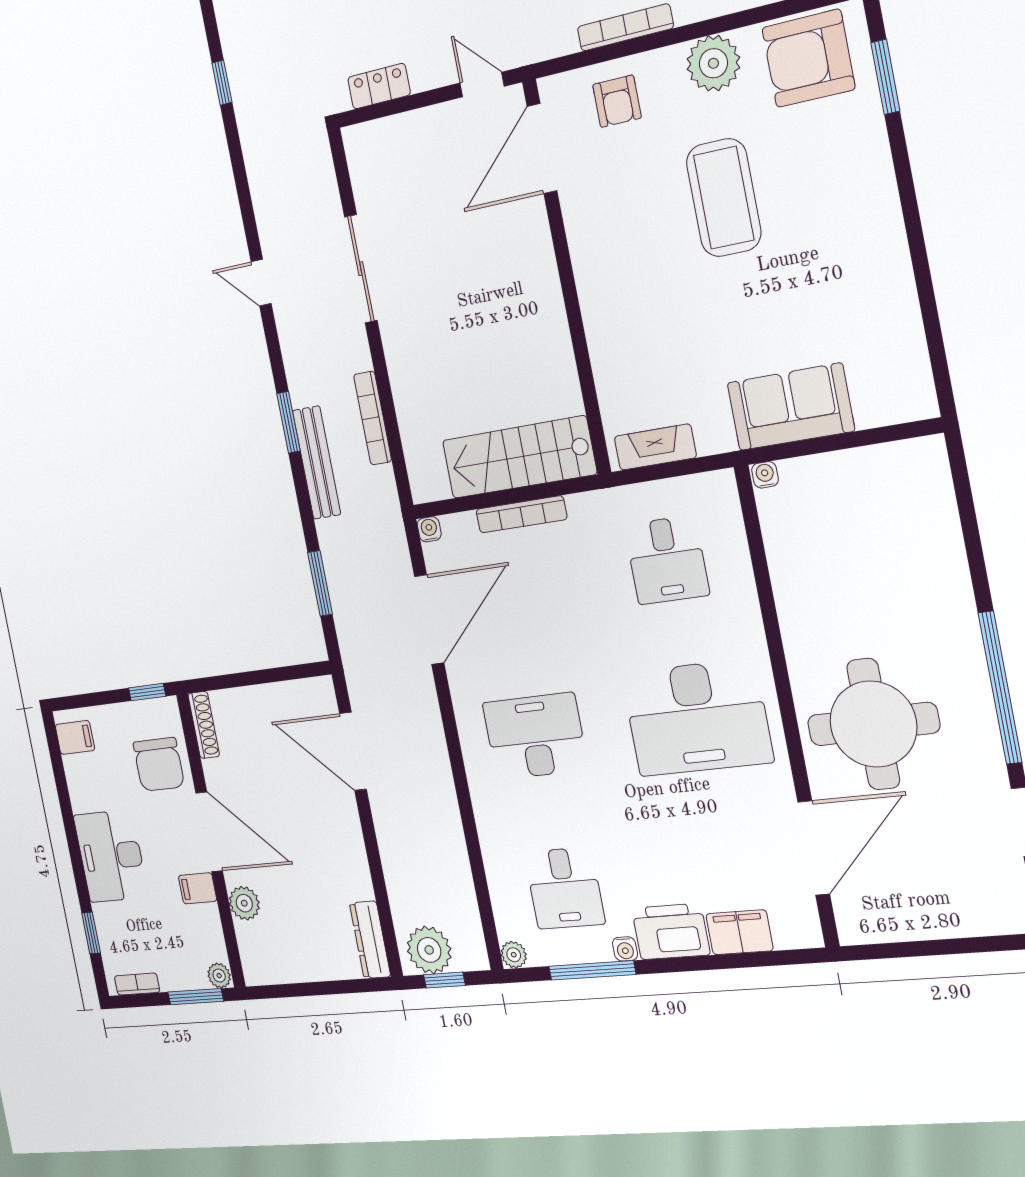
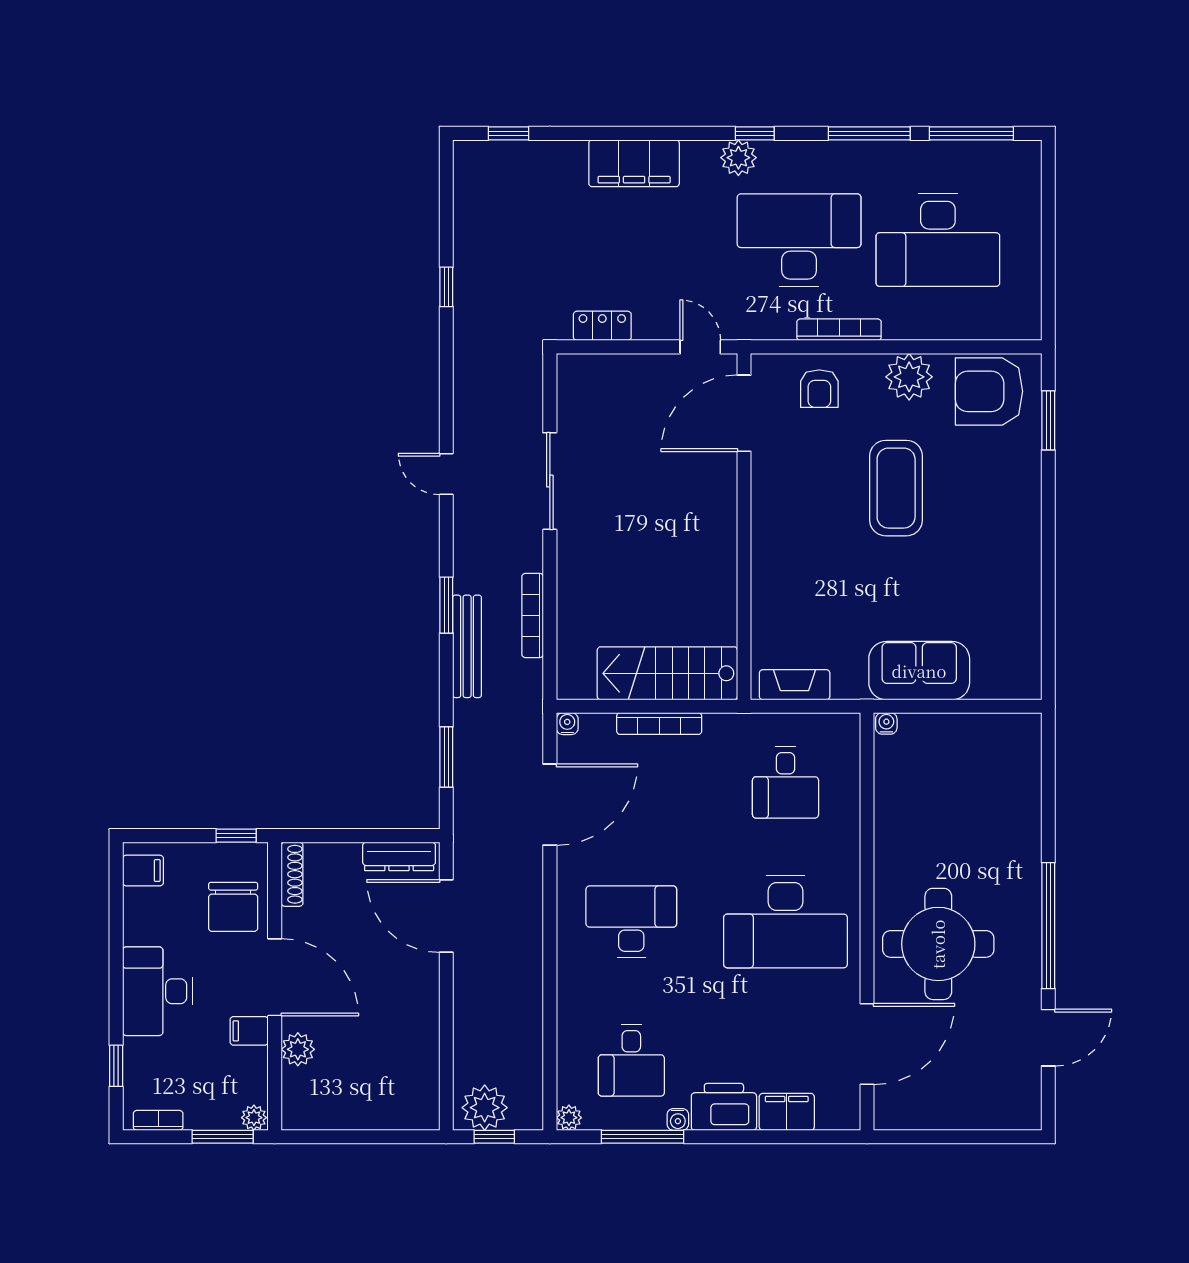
dresser: (370, 940) -> (399, 856), moved, turned -90

